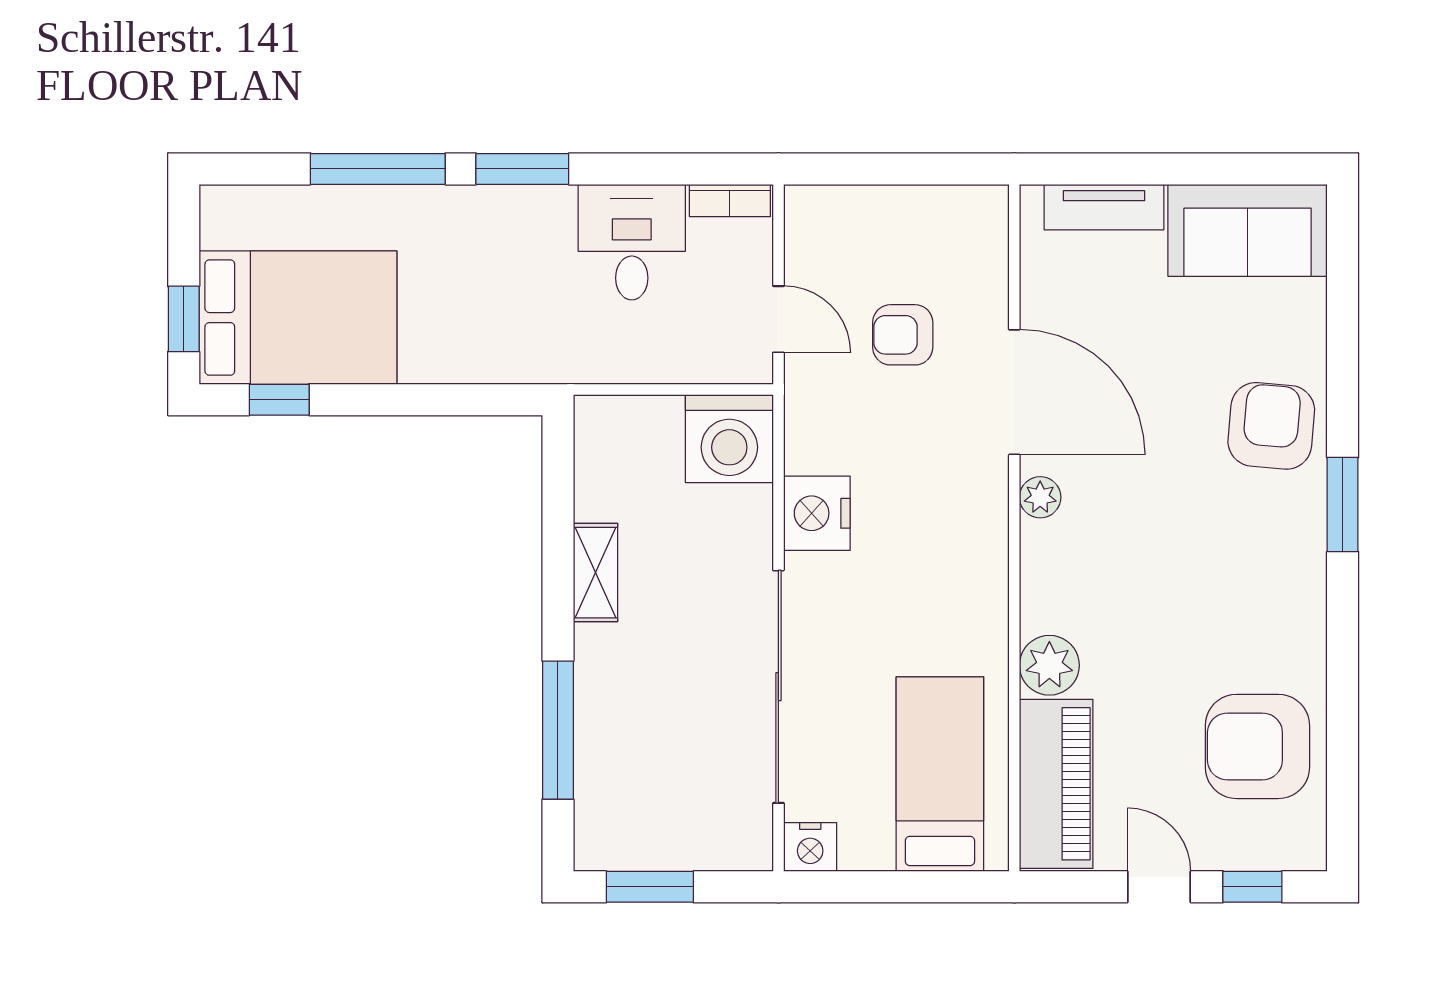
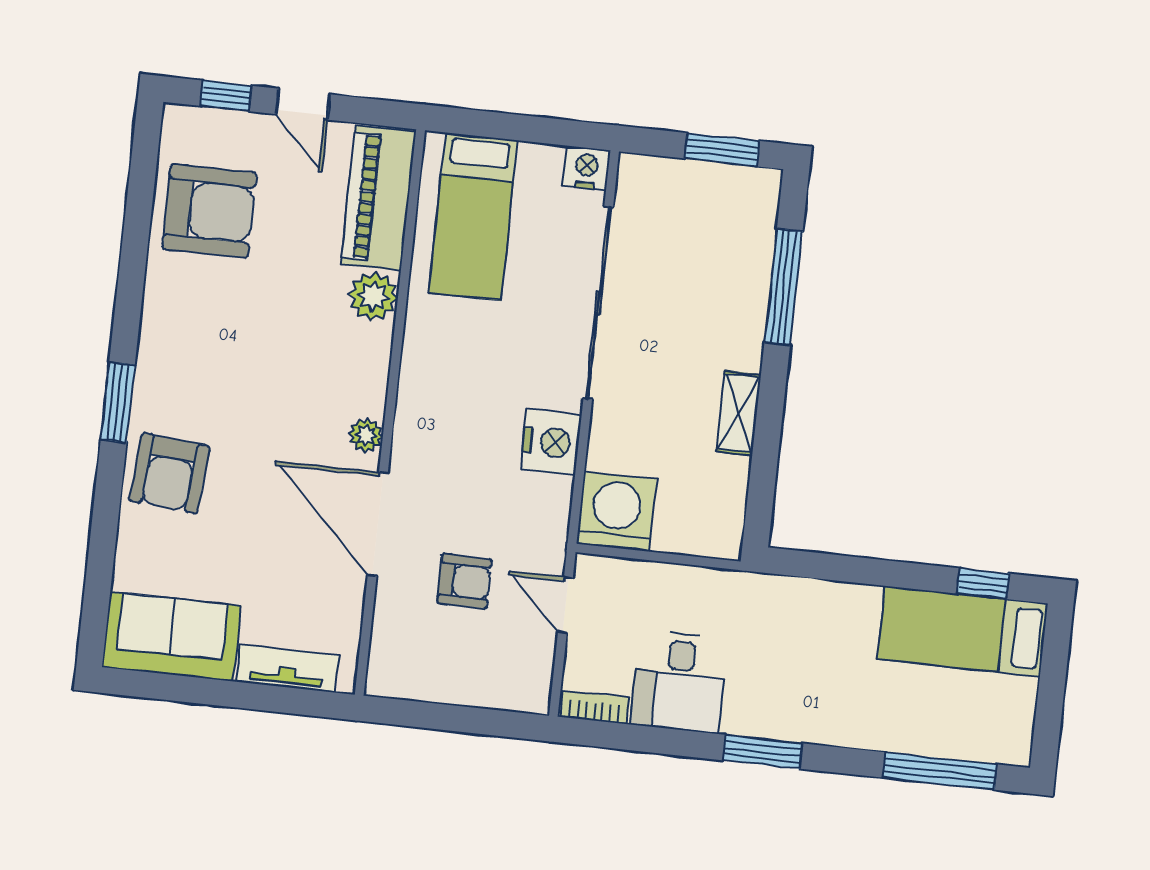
window: (378, 169) -> (940, 771), moved
bed: (298, 318) -> (963, 631), width x0.67
window: (184, 319) -> (1055, 659), removed

